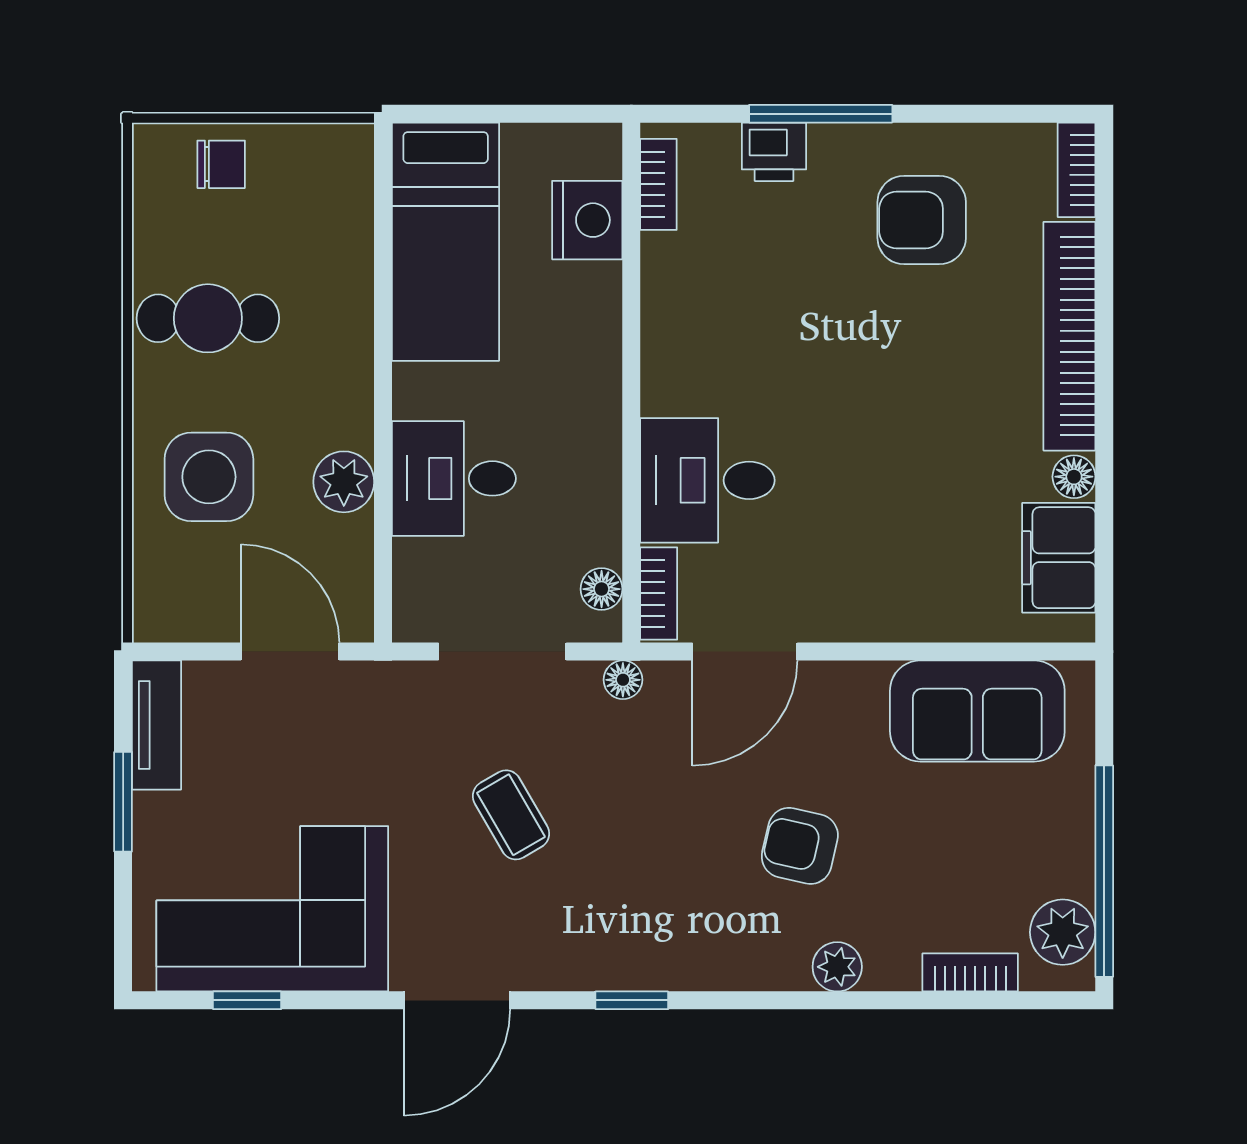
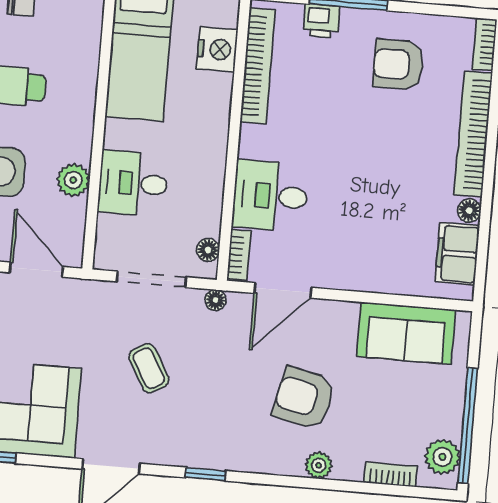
bookcase: (658, 184) -> (258, 66), width x2.31, depth x1.31
armchair: (800, 846) -> (304, 398), width x1.38, depth x1.38

